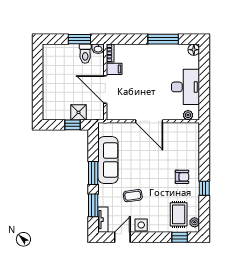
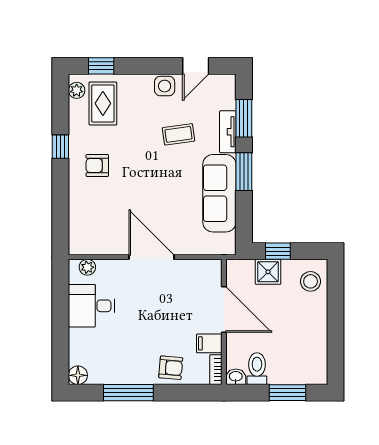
window: (79, 39) -> (288, 393), moved
armchair: (137, 54) -> (171, 368), added
desk: (185, 87) -> (91, 306), width x0.73
stool: (53, 107) -> (311, 281), added
tv unit: (103, 220) -> (228, 132), moved

